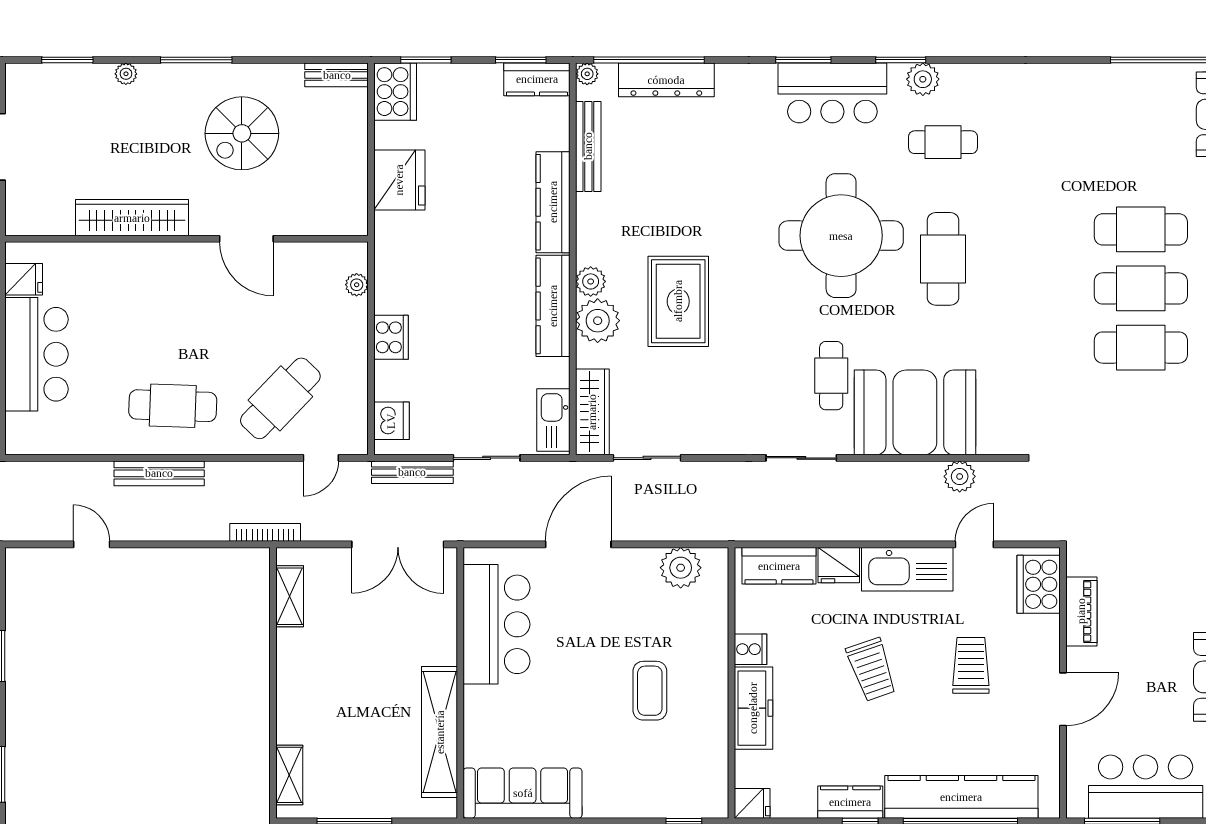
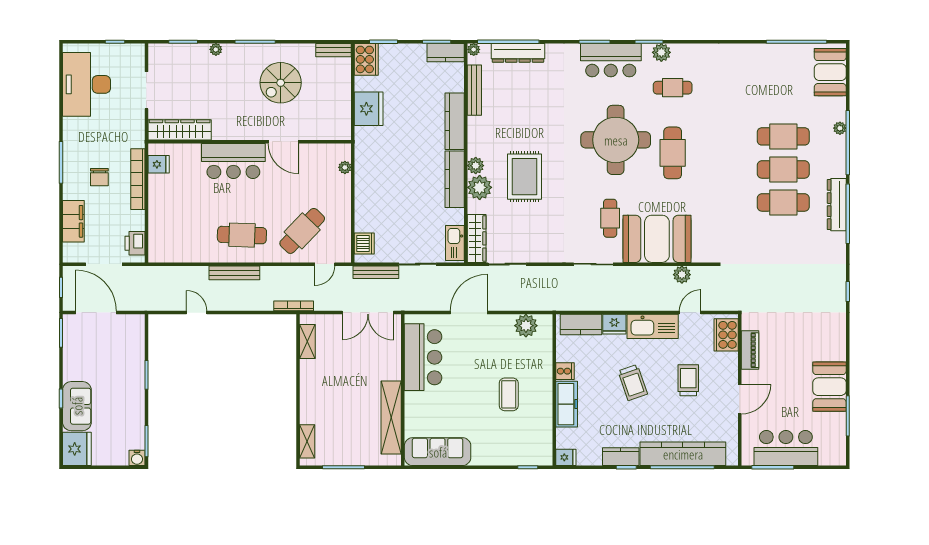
wardrobe: (132, 218) -> (180, 130), moved
cooker: (391, 337) -> (364, 197), removed
bar counter: (36, 354) -> (233, 161), moved, turned 90

